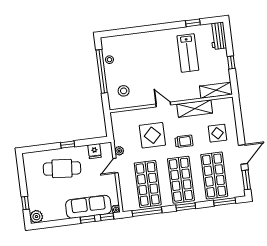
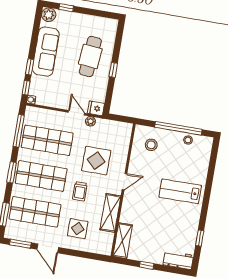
lab bench: (188, 53) -> (180, 191), moved
fridge: (95, 151) -> (96, 108), moved
sofa: (88, 207) -> (46, 52), moved

